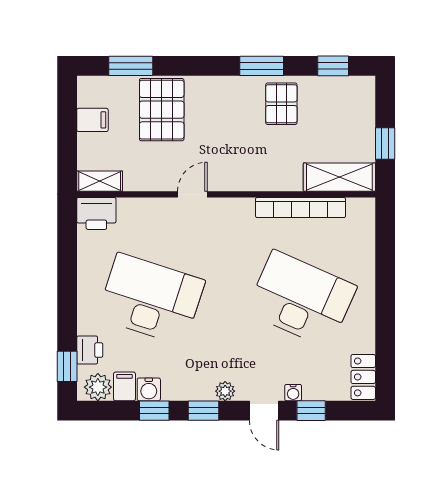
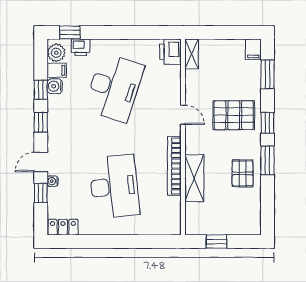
window: (333, 66) -> (267, 123), moved
pallet: (281, 104) -> (243, 173), turned 90
pallet: (162, 110) -> (234, 115), moved
filing cabinet: (92, 120) -> (253, 49), moved
shelving: (339, 177) -> (194, 178), moved
bookcase: (300, 208) -> (174, 166), moved
desk: (301, 299) -> (114, 186), turned -30
plant: (225, 391) -> (54, 136), removed

